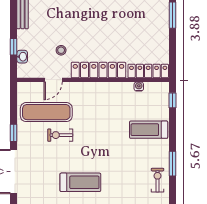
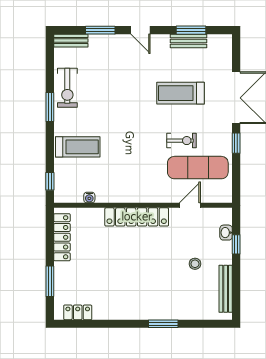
stool: (61, 50) -> (195, 264), moved
locker: (148, 71) -> (62, 237), moved, turned -90
exercise bike: (157, 180) -> (67, 88), width x1.38, depth x1.39
treadmill: (80, 182) -> (180, 93), moved

